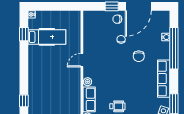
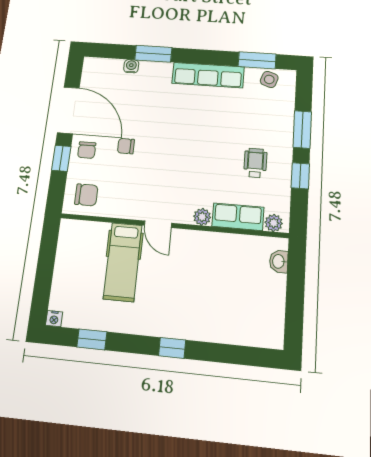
hospital bed: (47, 37) -> (123, 262), moved, turned 180
window: (174, 48) -> (153, 54), width x0.47
chair: (139, 56) -> (86, 195), moved
window: (24, 101) -> (172, 348), moved

